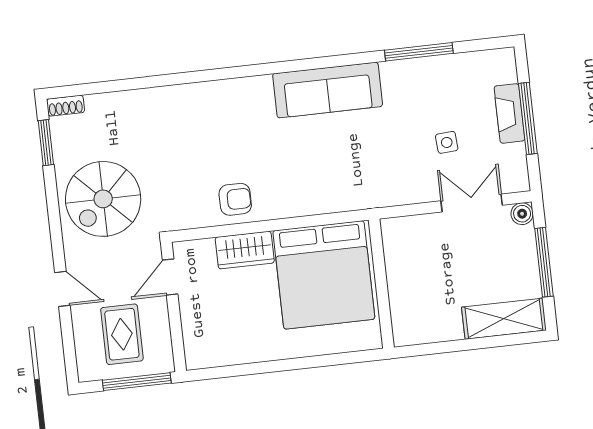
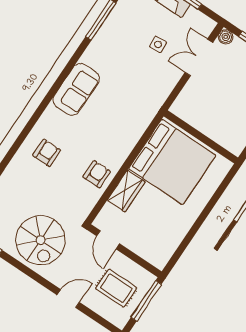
sofa: (328, 90) -> (76, 89), width x0.73
armchair: (211, 120) -> (47, 153), added

